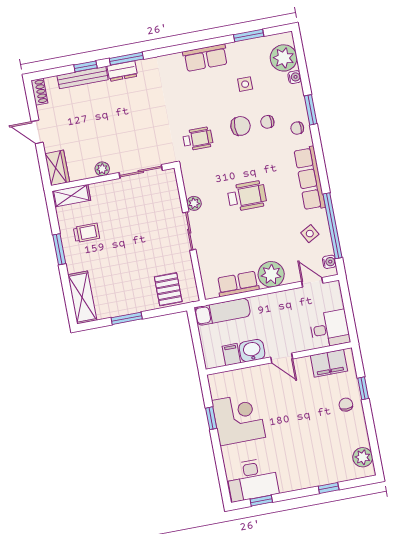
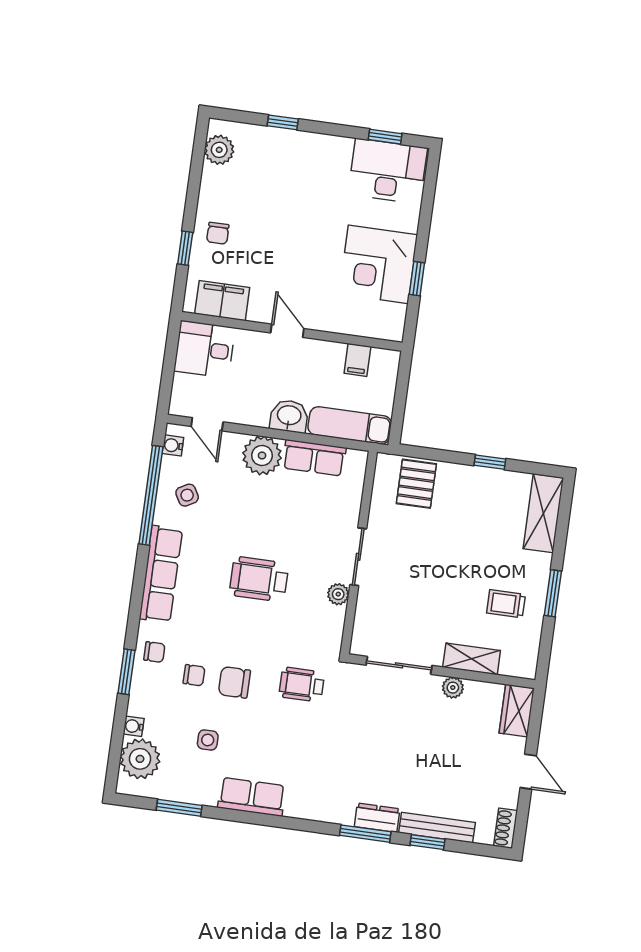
shelving: (71, 196) -> (472, 659), moved
window: (127, 318) -> (490, 462), width x0.67
washbasin: (252, 351) -> (289, 416), moved, turned 180

